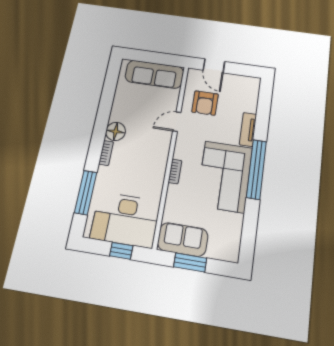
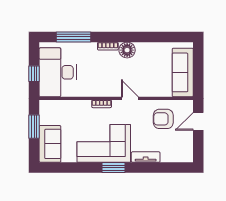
door: (177, 122) -> (130, 98), moved
window: (256, 169) -> (113, 168), width x0.47
sofa: (183, 239) -> (50, 144), moved

